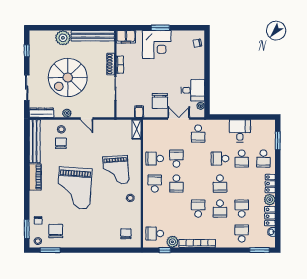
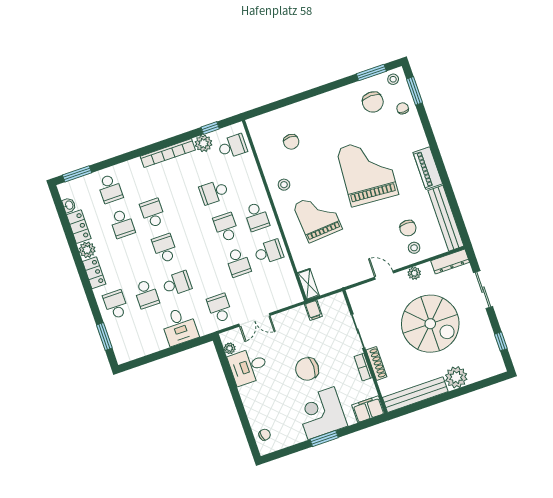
spiral stairs: (68, 78) -> (430, 324), turned 90
chair: (160, 101) -> (307, 369), moved, turned -90
desk: (240, 131) -> (179, 326), moved
school desk: (242, 159) -> (146, 294), turned 180
school desk: (198, 209) -> (214, 192), moved, turned 90
chair: (126, 234) -> (291, 142), moved

